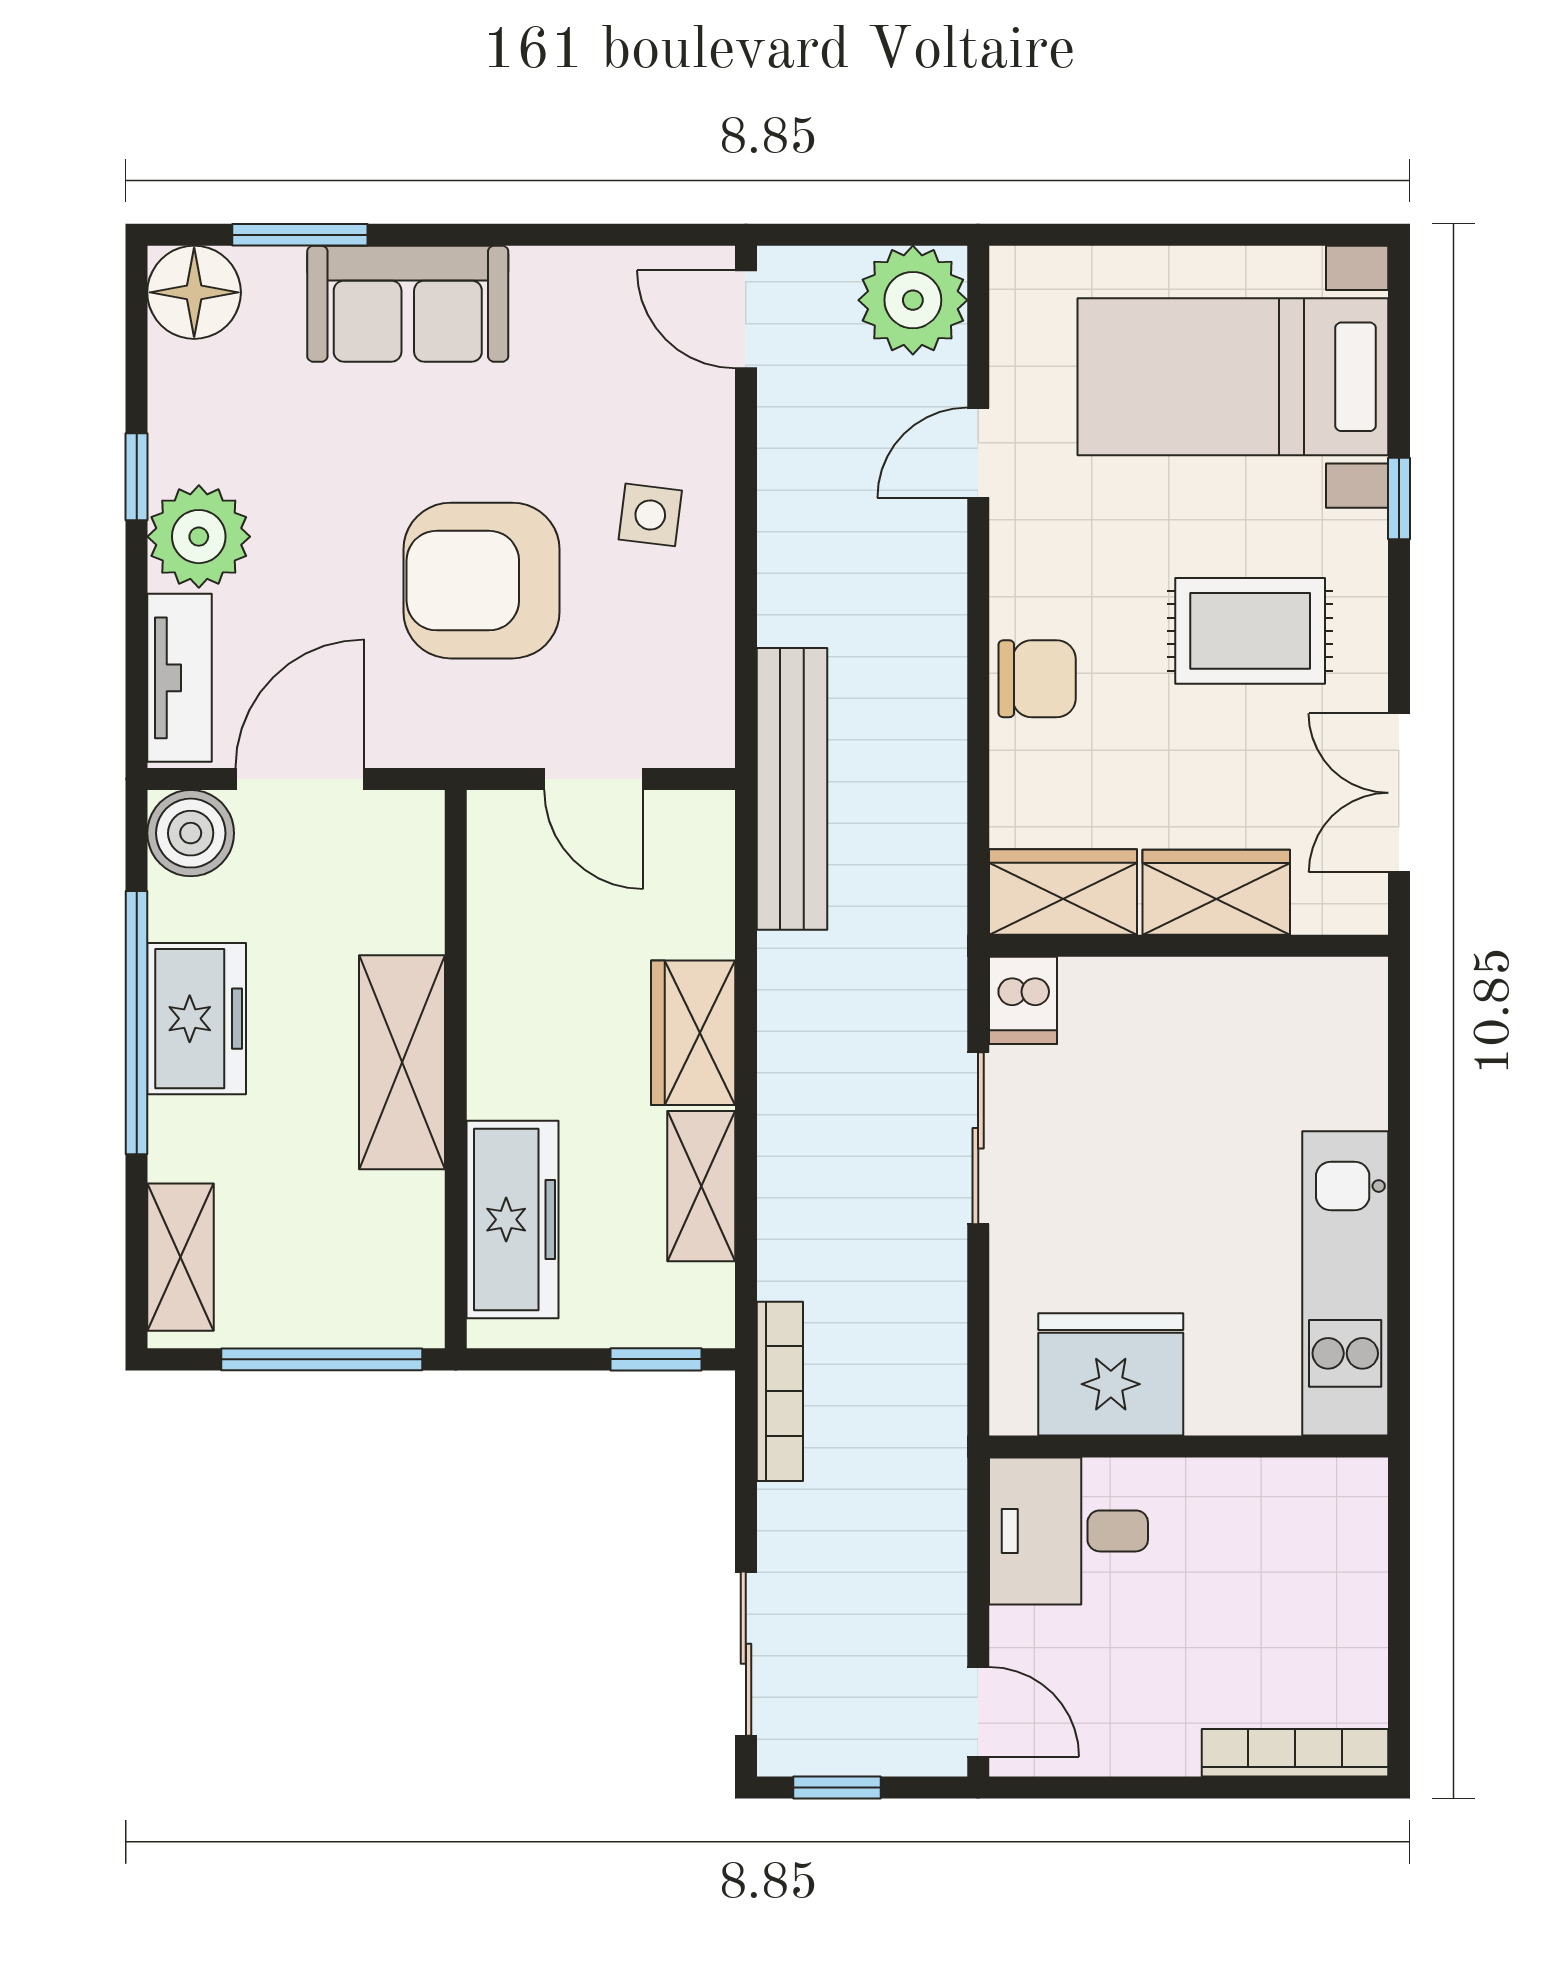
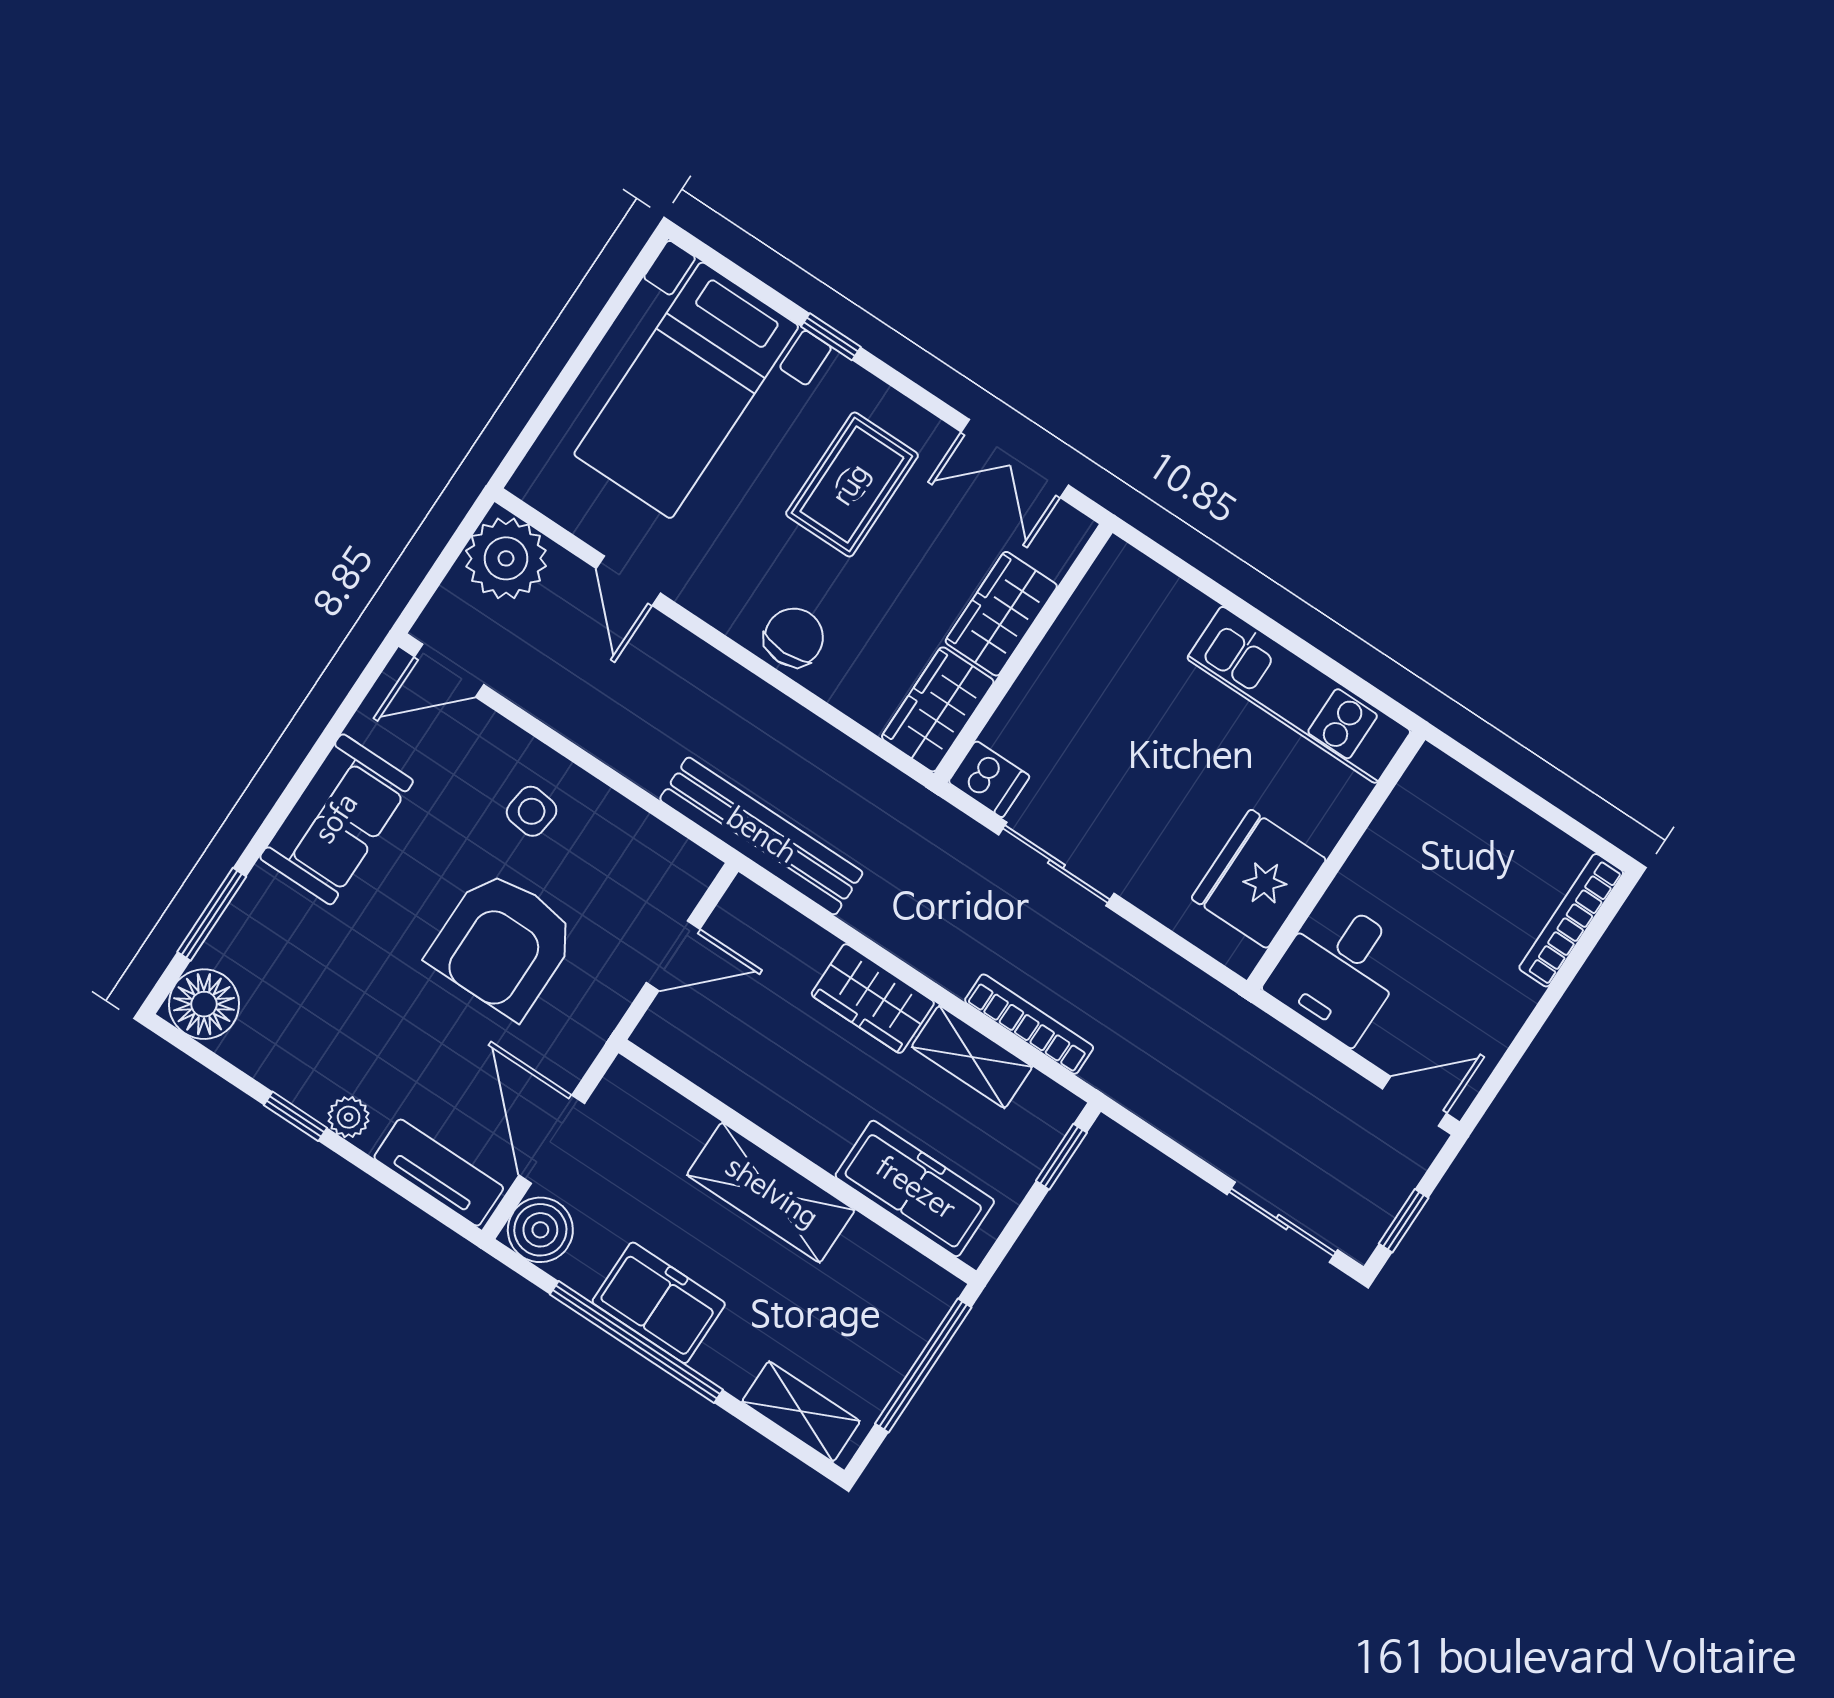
sofa: (408, 304) -> (337, 819), moved
plant: (199, 537) -> (349, 1117), width x0.53, depth x0.53
bookcase: (780, 1391) -> (1029, 1024), moved

